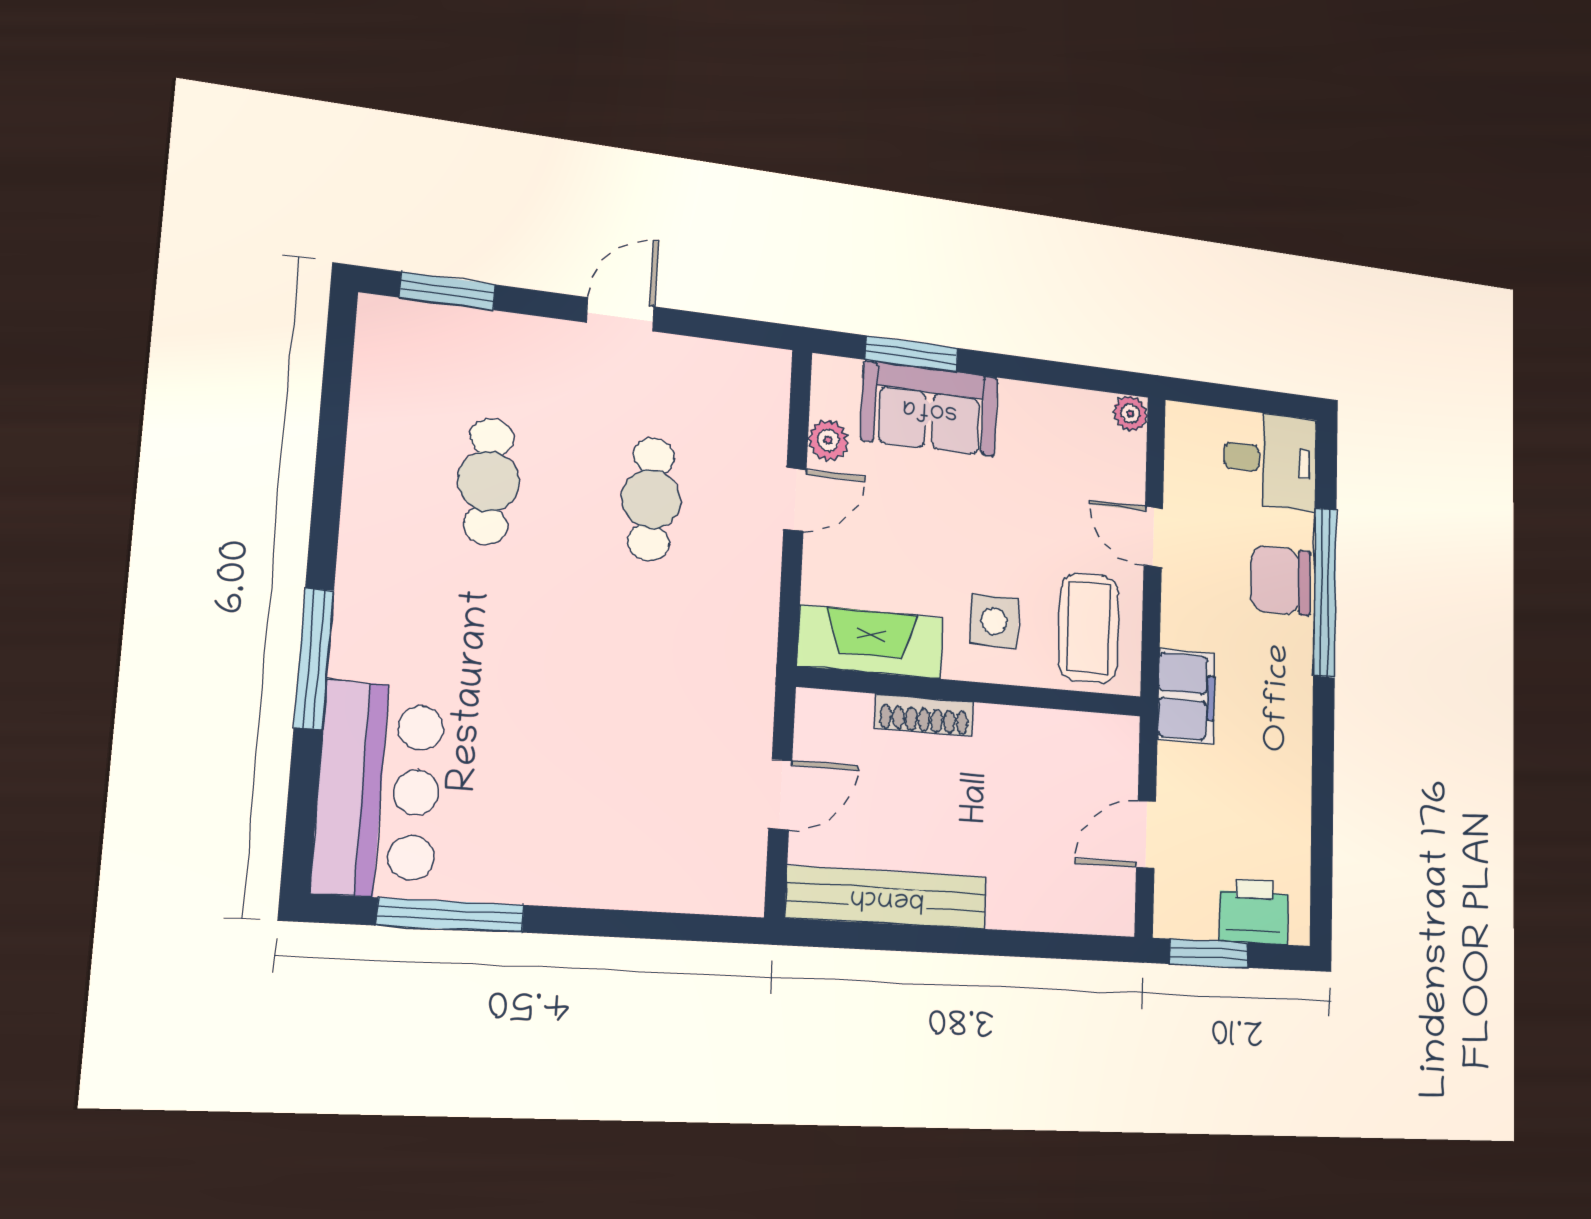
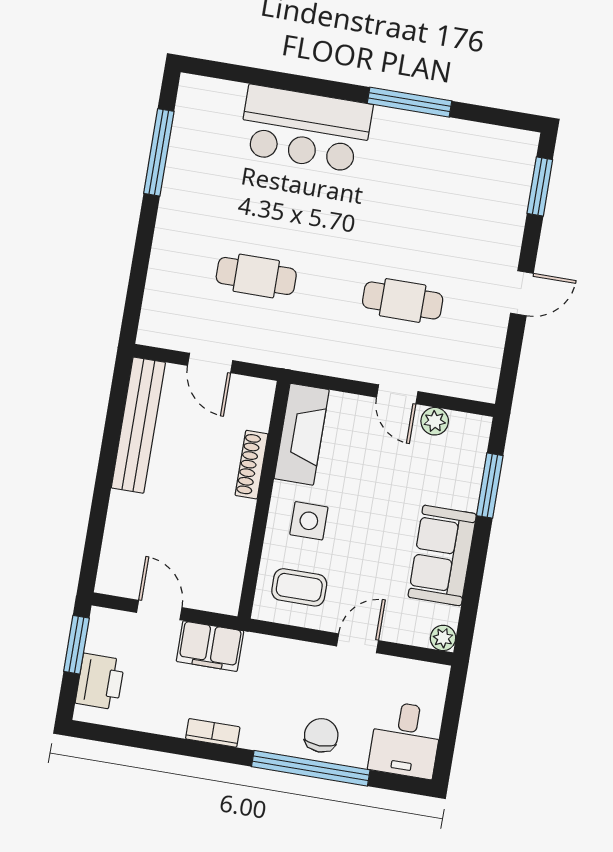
door: (620, 314) -> (522, 293), hinge flipped
sofa: (930, 409) -> (442, 555), moved
cafe table: (489, 481) -> (256, 276), moved
chair: (1281, 581) -> (321, 735), width x0.73, depth x0.73
coffee table: (1089, 628) -> (299, 587), width x0.73, depth x0.77
window: (314, 659) -> (409, 102), moved
filing cabinet: (1186, 696) -> (210, 646), moved
bookcase: (1299, 738) -> (213, 733), added
bar counter: (379, 790) -> (305, 129), moved

